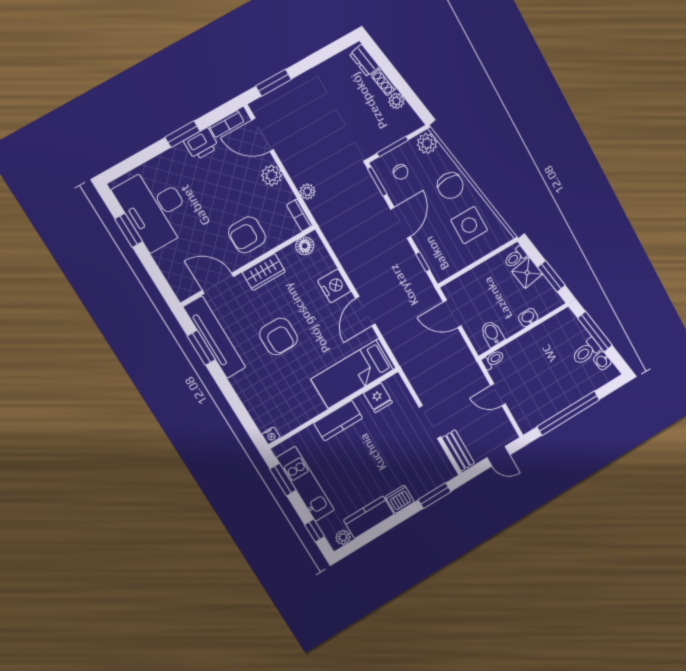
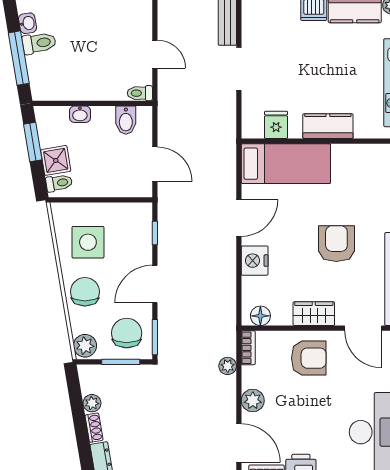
chair: (401, 172) -> (127, 333), width x1.87, depth x1.87

